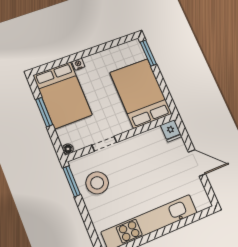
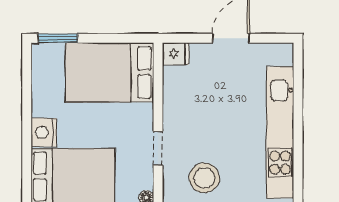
nightstand: (78, 64) -> (44, 132), width x1.89, depth x1.79

